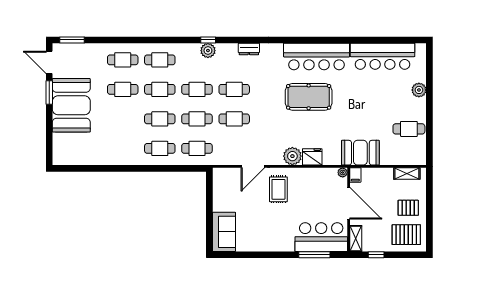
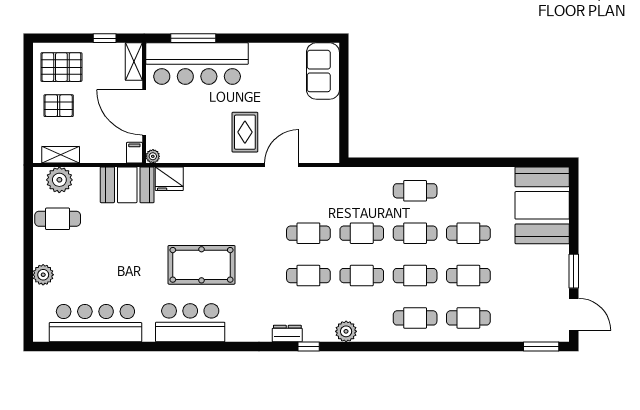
window: (208, 40) -> (309, 347), moved
bar counter: (317, 56) -> (190, 323), width x0.73
booth: (71, 105) -> (542, 205), moved
cafe table: (197, 148) -> (468, 233), moved
plant: (292, 156) -> (59, 180), moved
fridge: (312, 157) -> (169, 179), moved
bar counter: (321, 237) -> (197, 64), width x1.36

